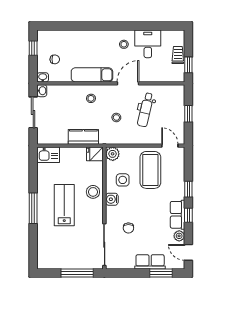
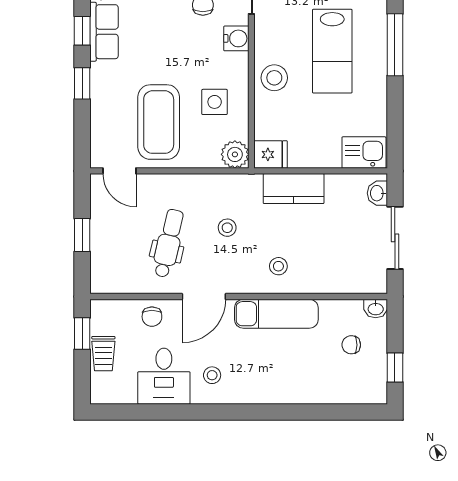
chair: (154, 73) -> (152, 317), added
washbasin: (42, 91) -> (377, 193), moved
water cooler: (112, 199) -> (236, 38), moved

